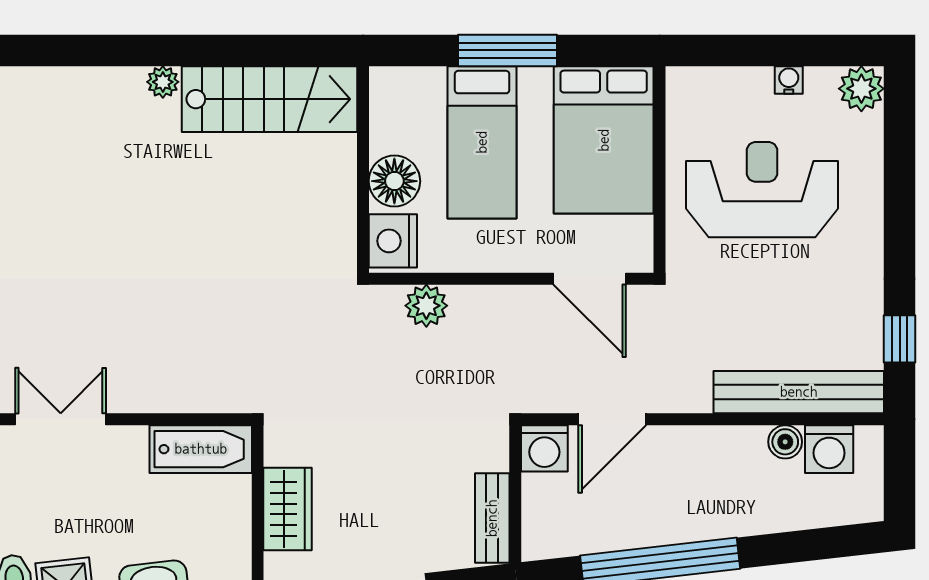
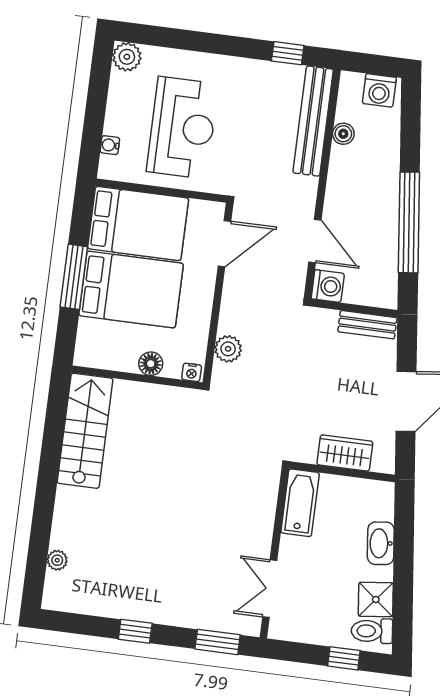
water cooler: (789, 80) -> (110, 145), moved
plant: (163, 82) -> (57, 560), moved
bed: (482, 142) -> (131, 289), width x1.50
floor lamp: (394, 181) -> (151, 364), width x0.73, depth x0.73
reception desk: (762, 190) -> (182, 128), turned 180
nightstand: (393, 241) -> (192, 372), width x0.53, depth x0.56
washing machine: (829, 449) -> (379, 90), moved, turned 90

